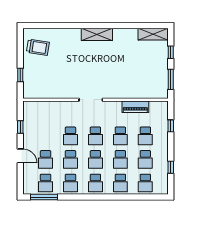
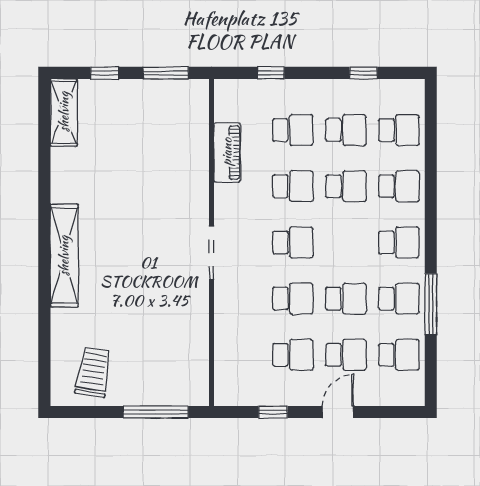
shelving: (97, 34) -> (64, 256), width x1.47
window: (20, 75) -> (156, 412), width x2.17
school desk: (95, 159) -> (293, 355), moved
window: (44, 197) -> (431, 304), moved

